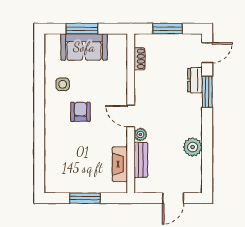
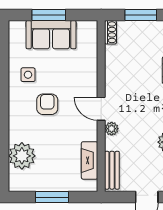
shoe rack: (139, 59) -> (111, 32), moved
plant: (57, 160) -> (22, 156), added
bench: (141, 160) -> (112, 170), moved

